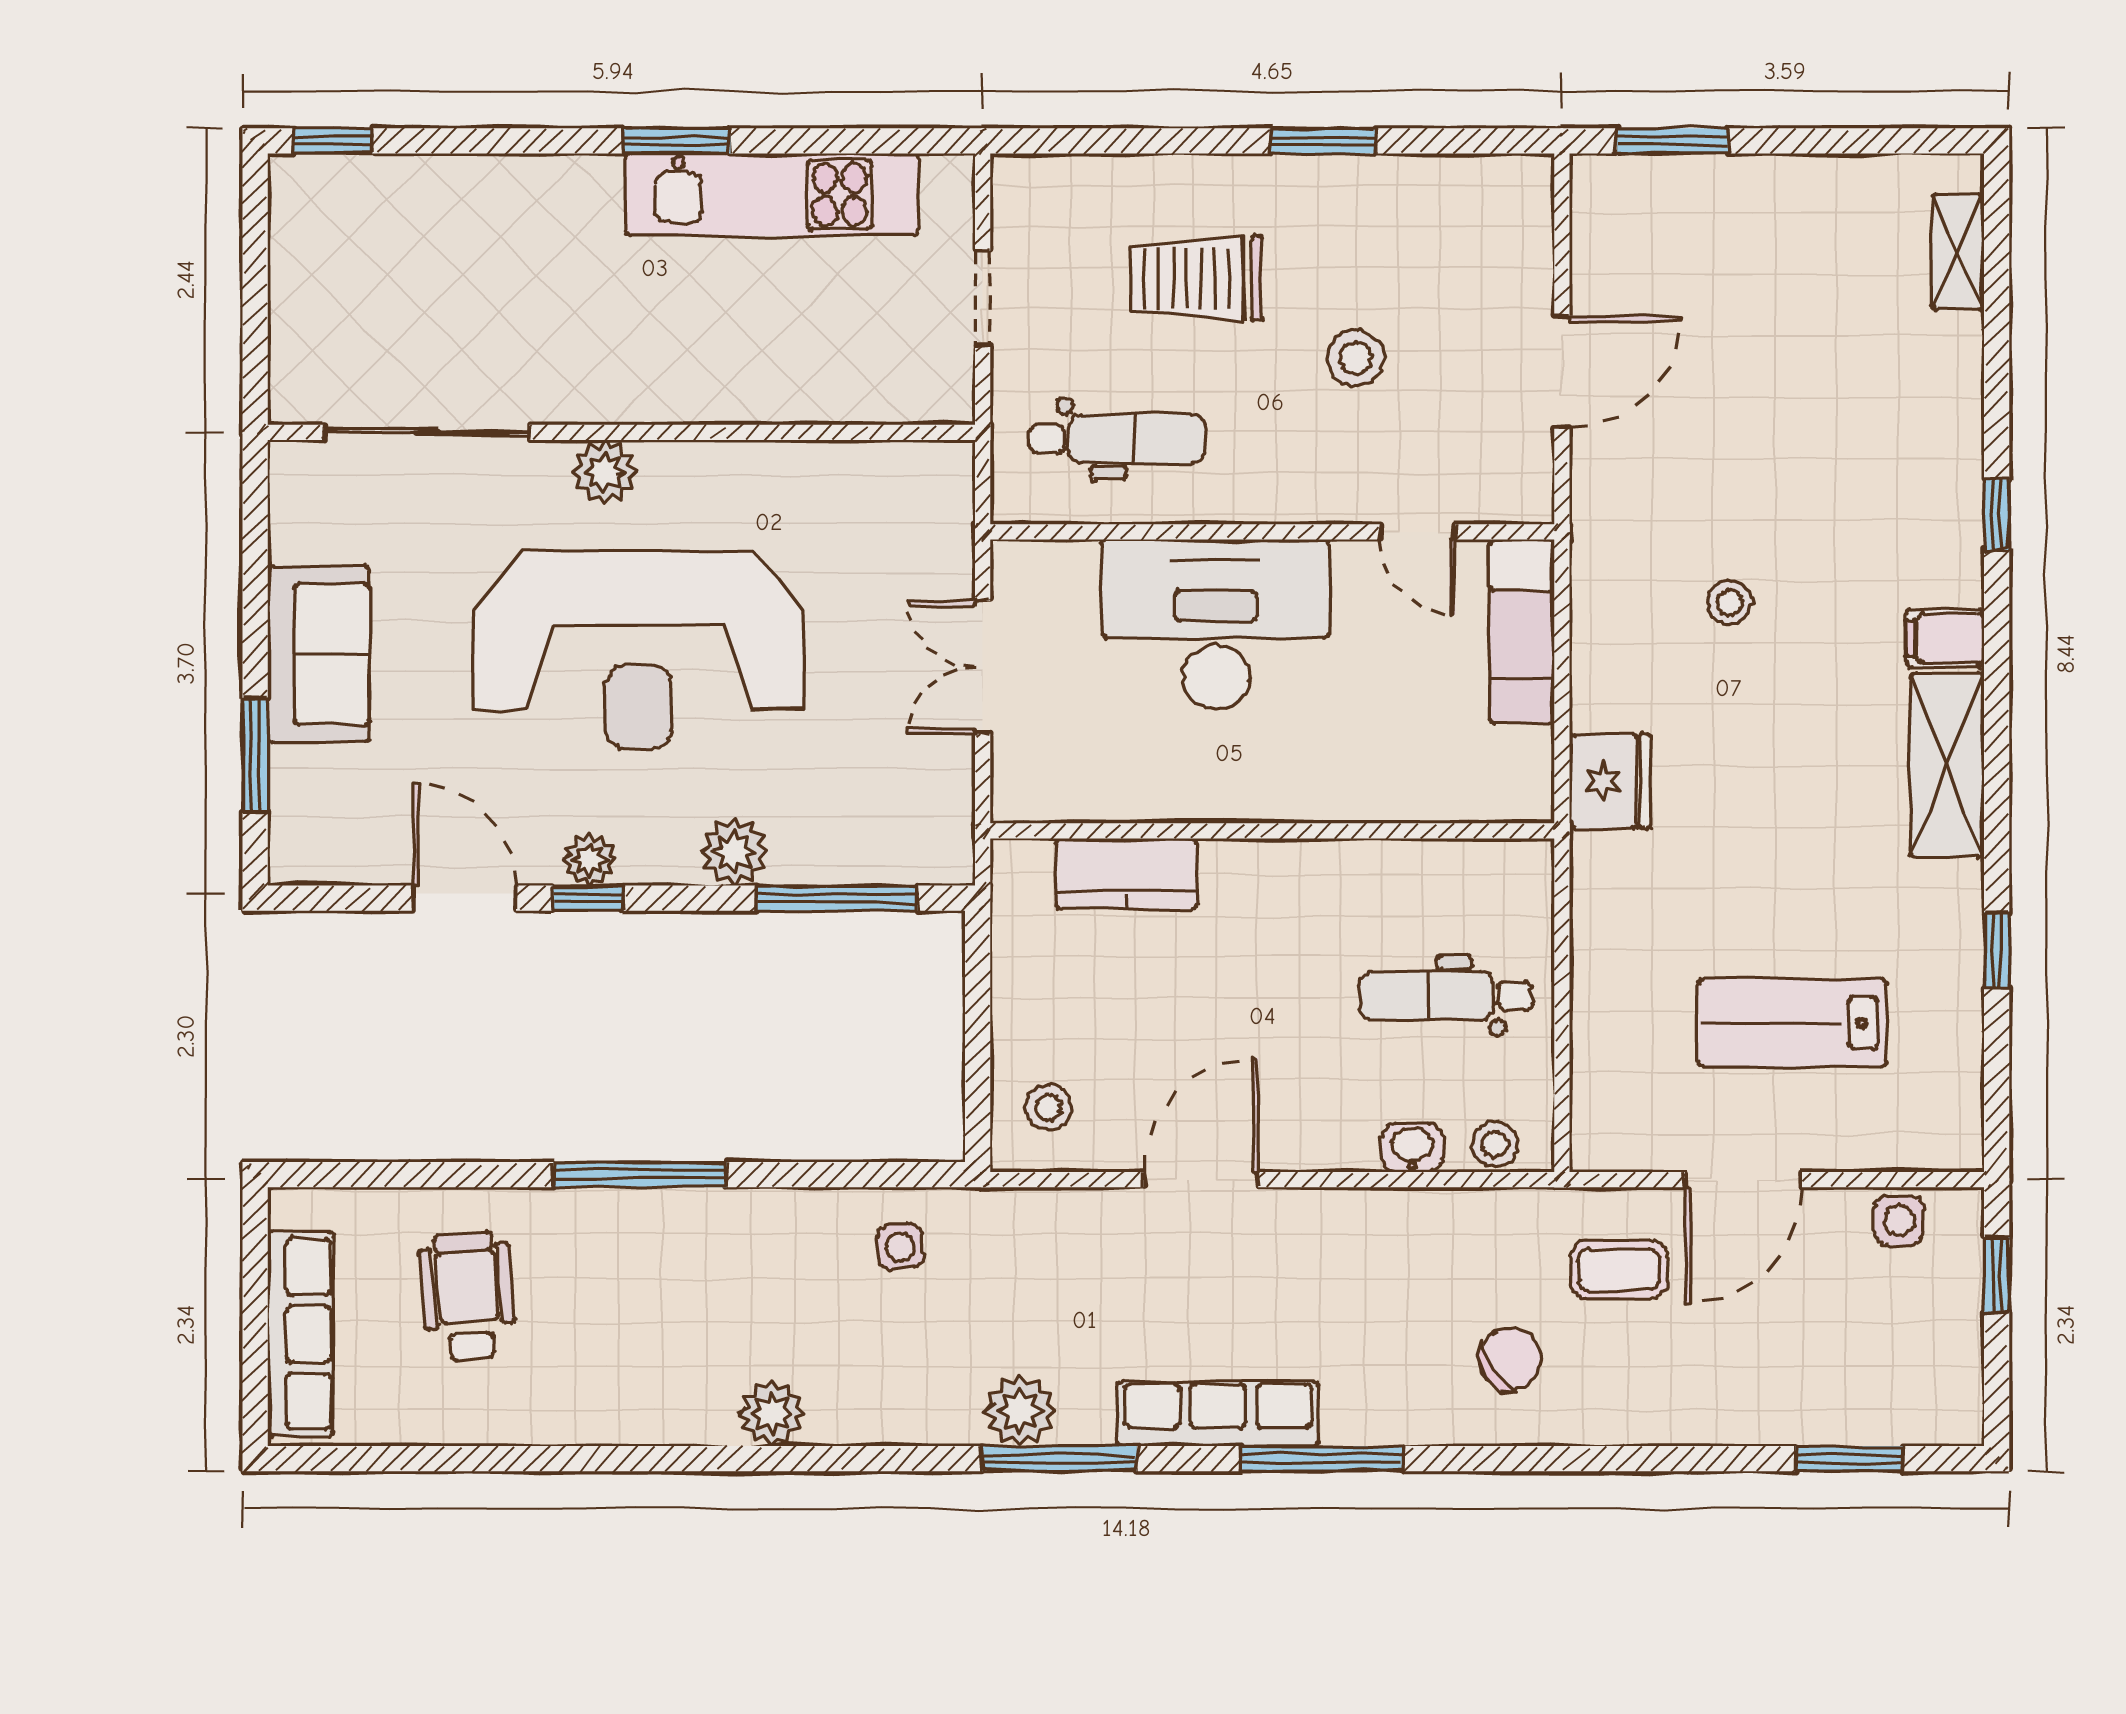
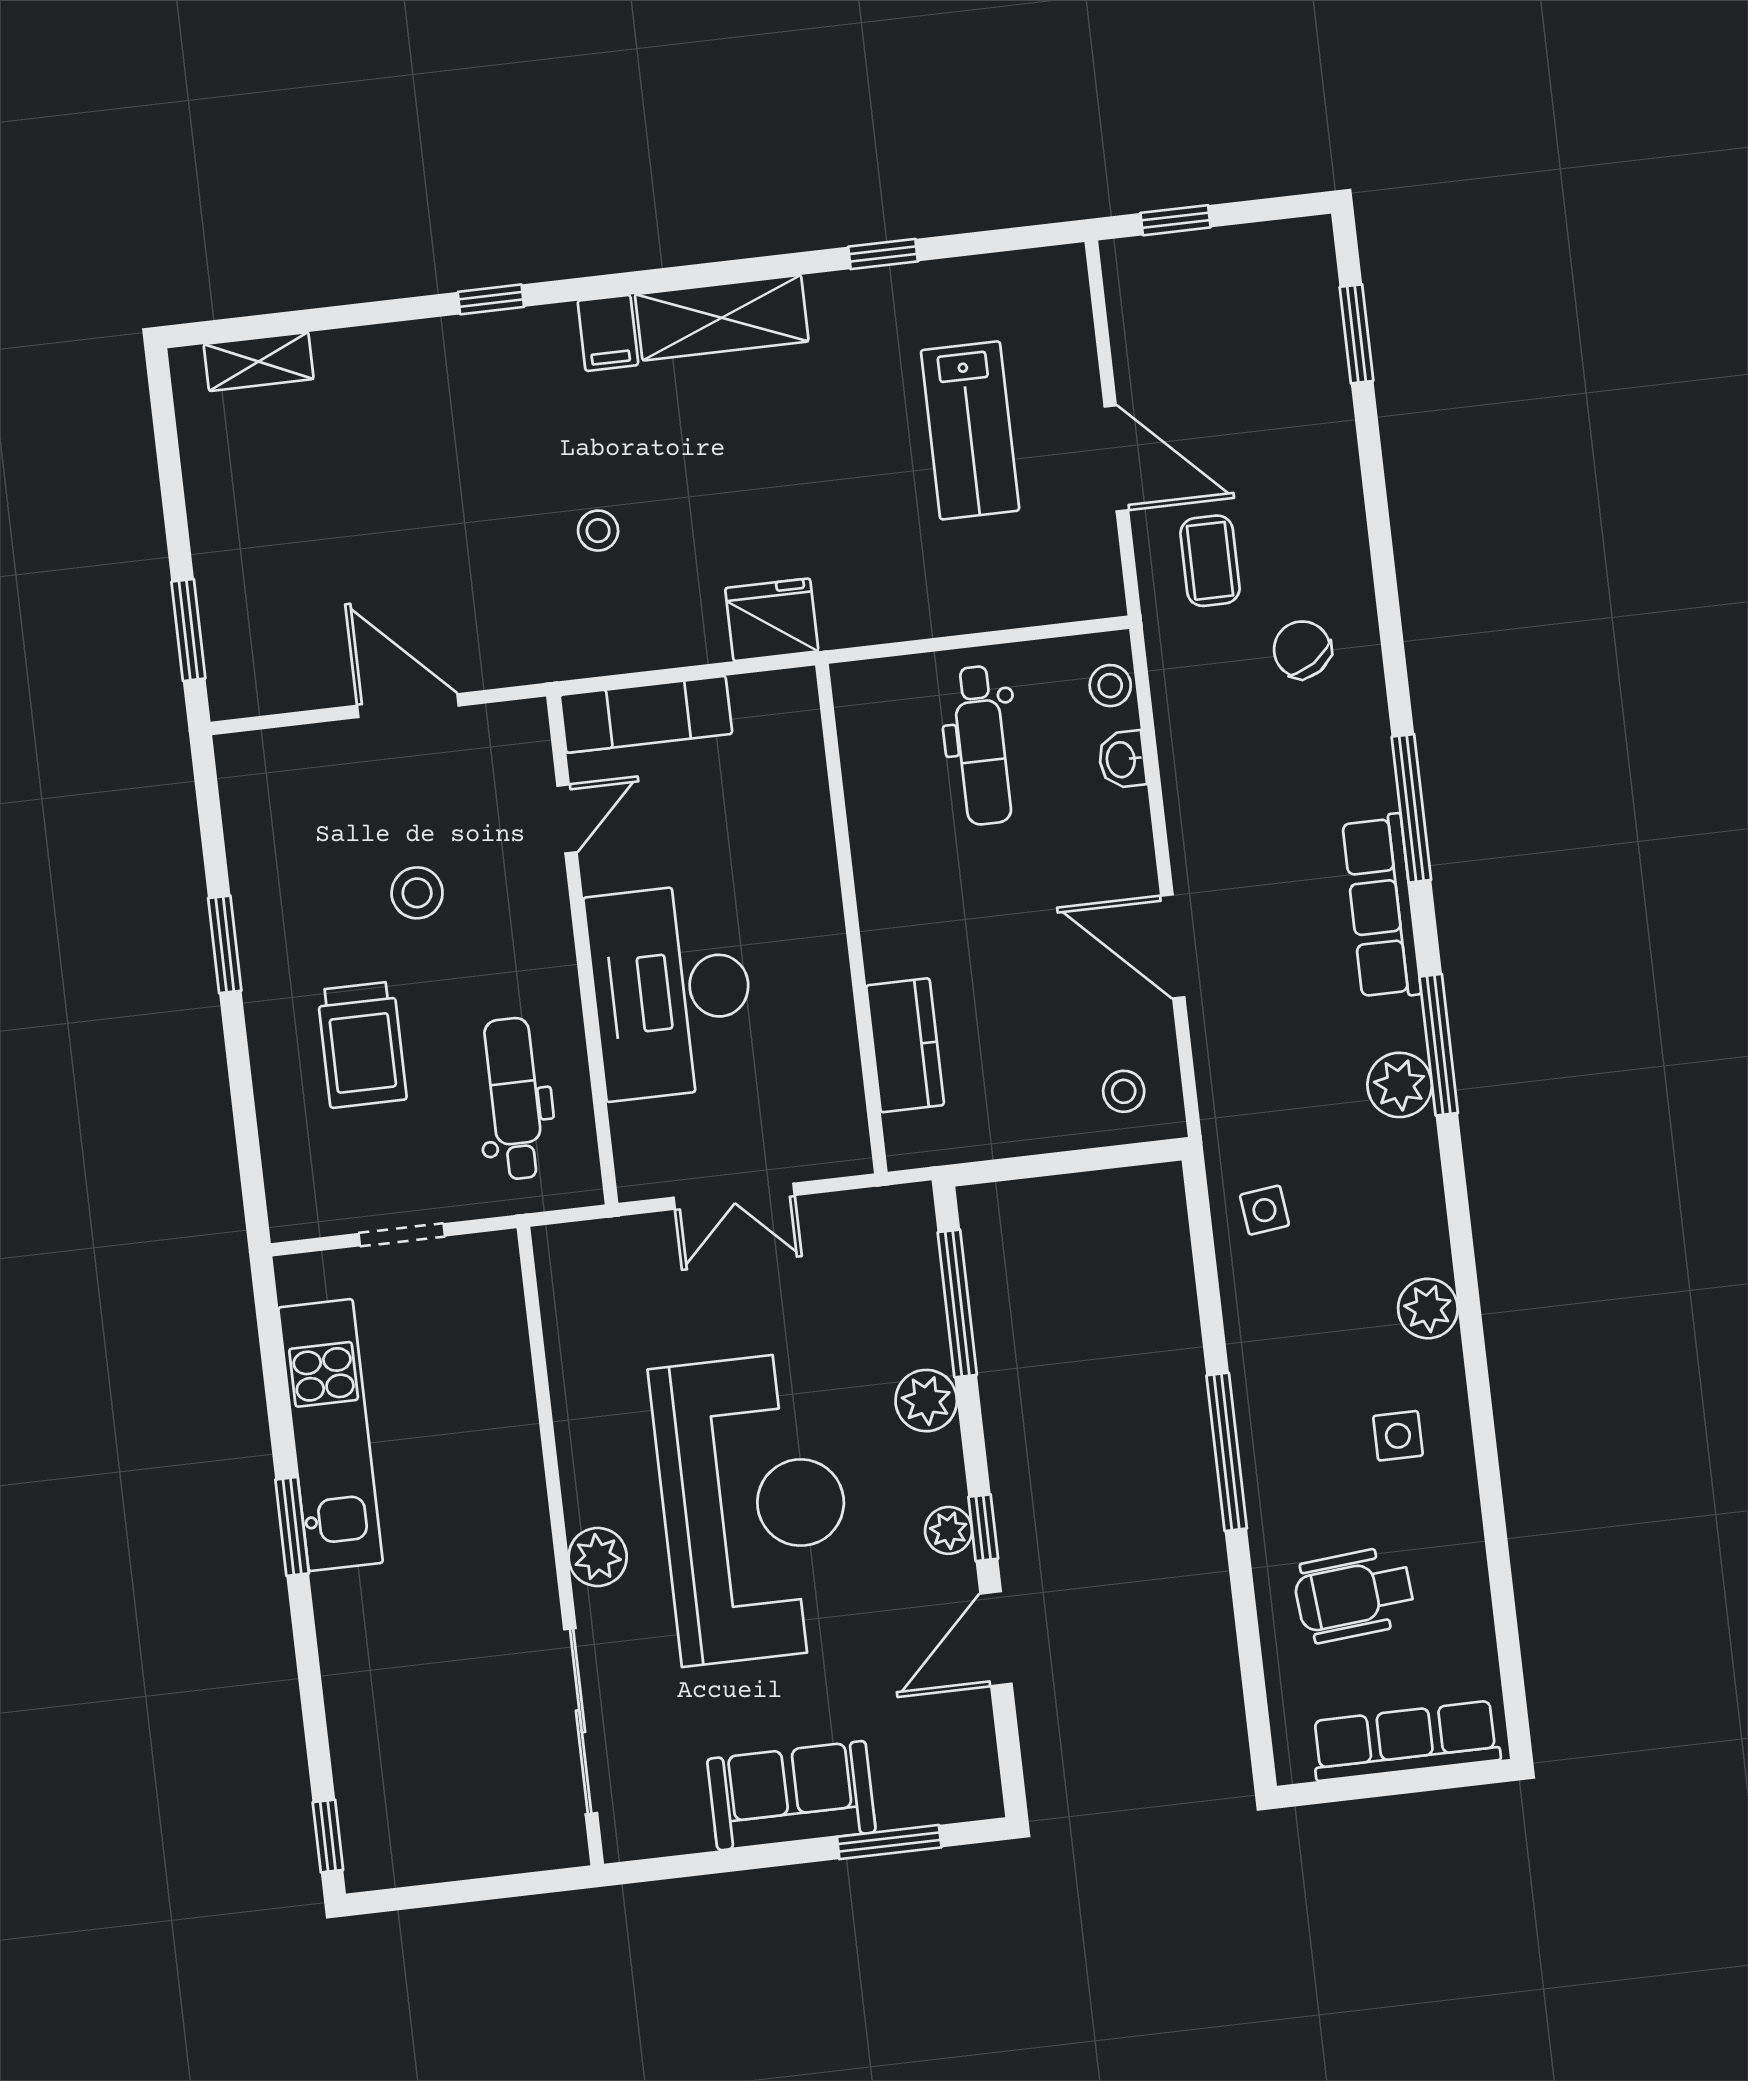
side table: (1899, 1220) -> (1398, 1436), moved

